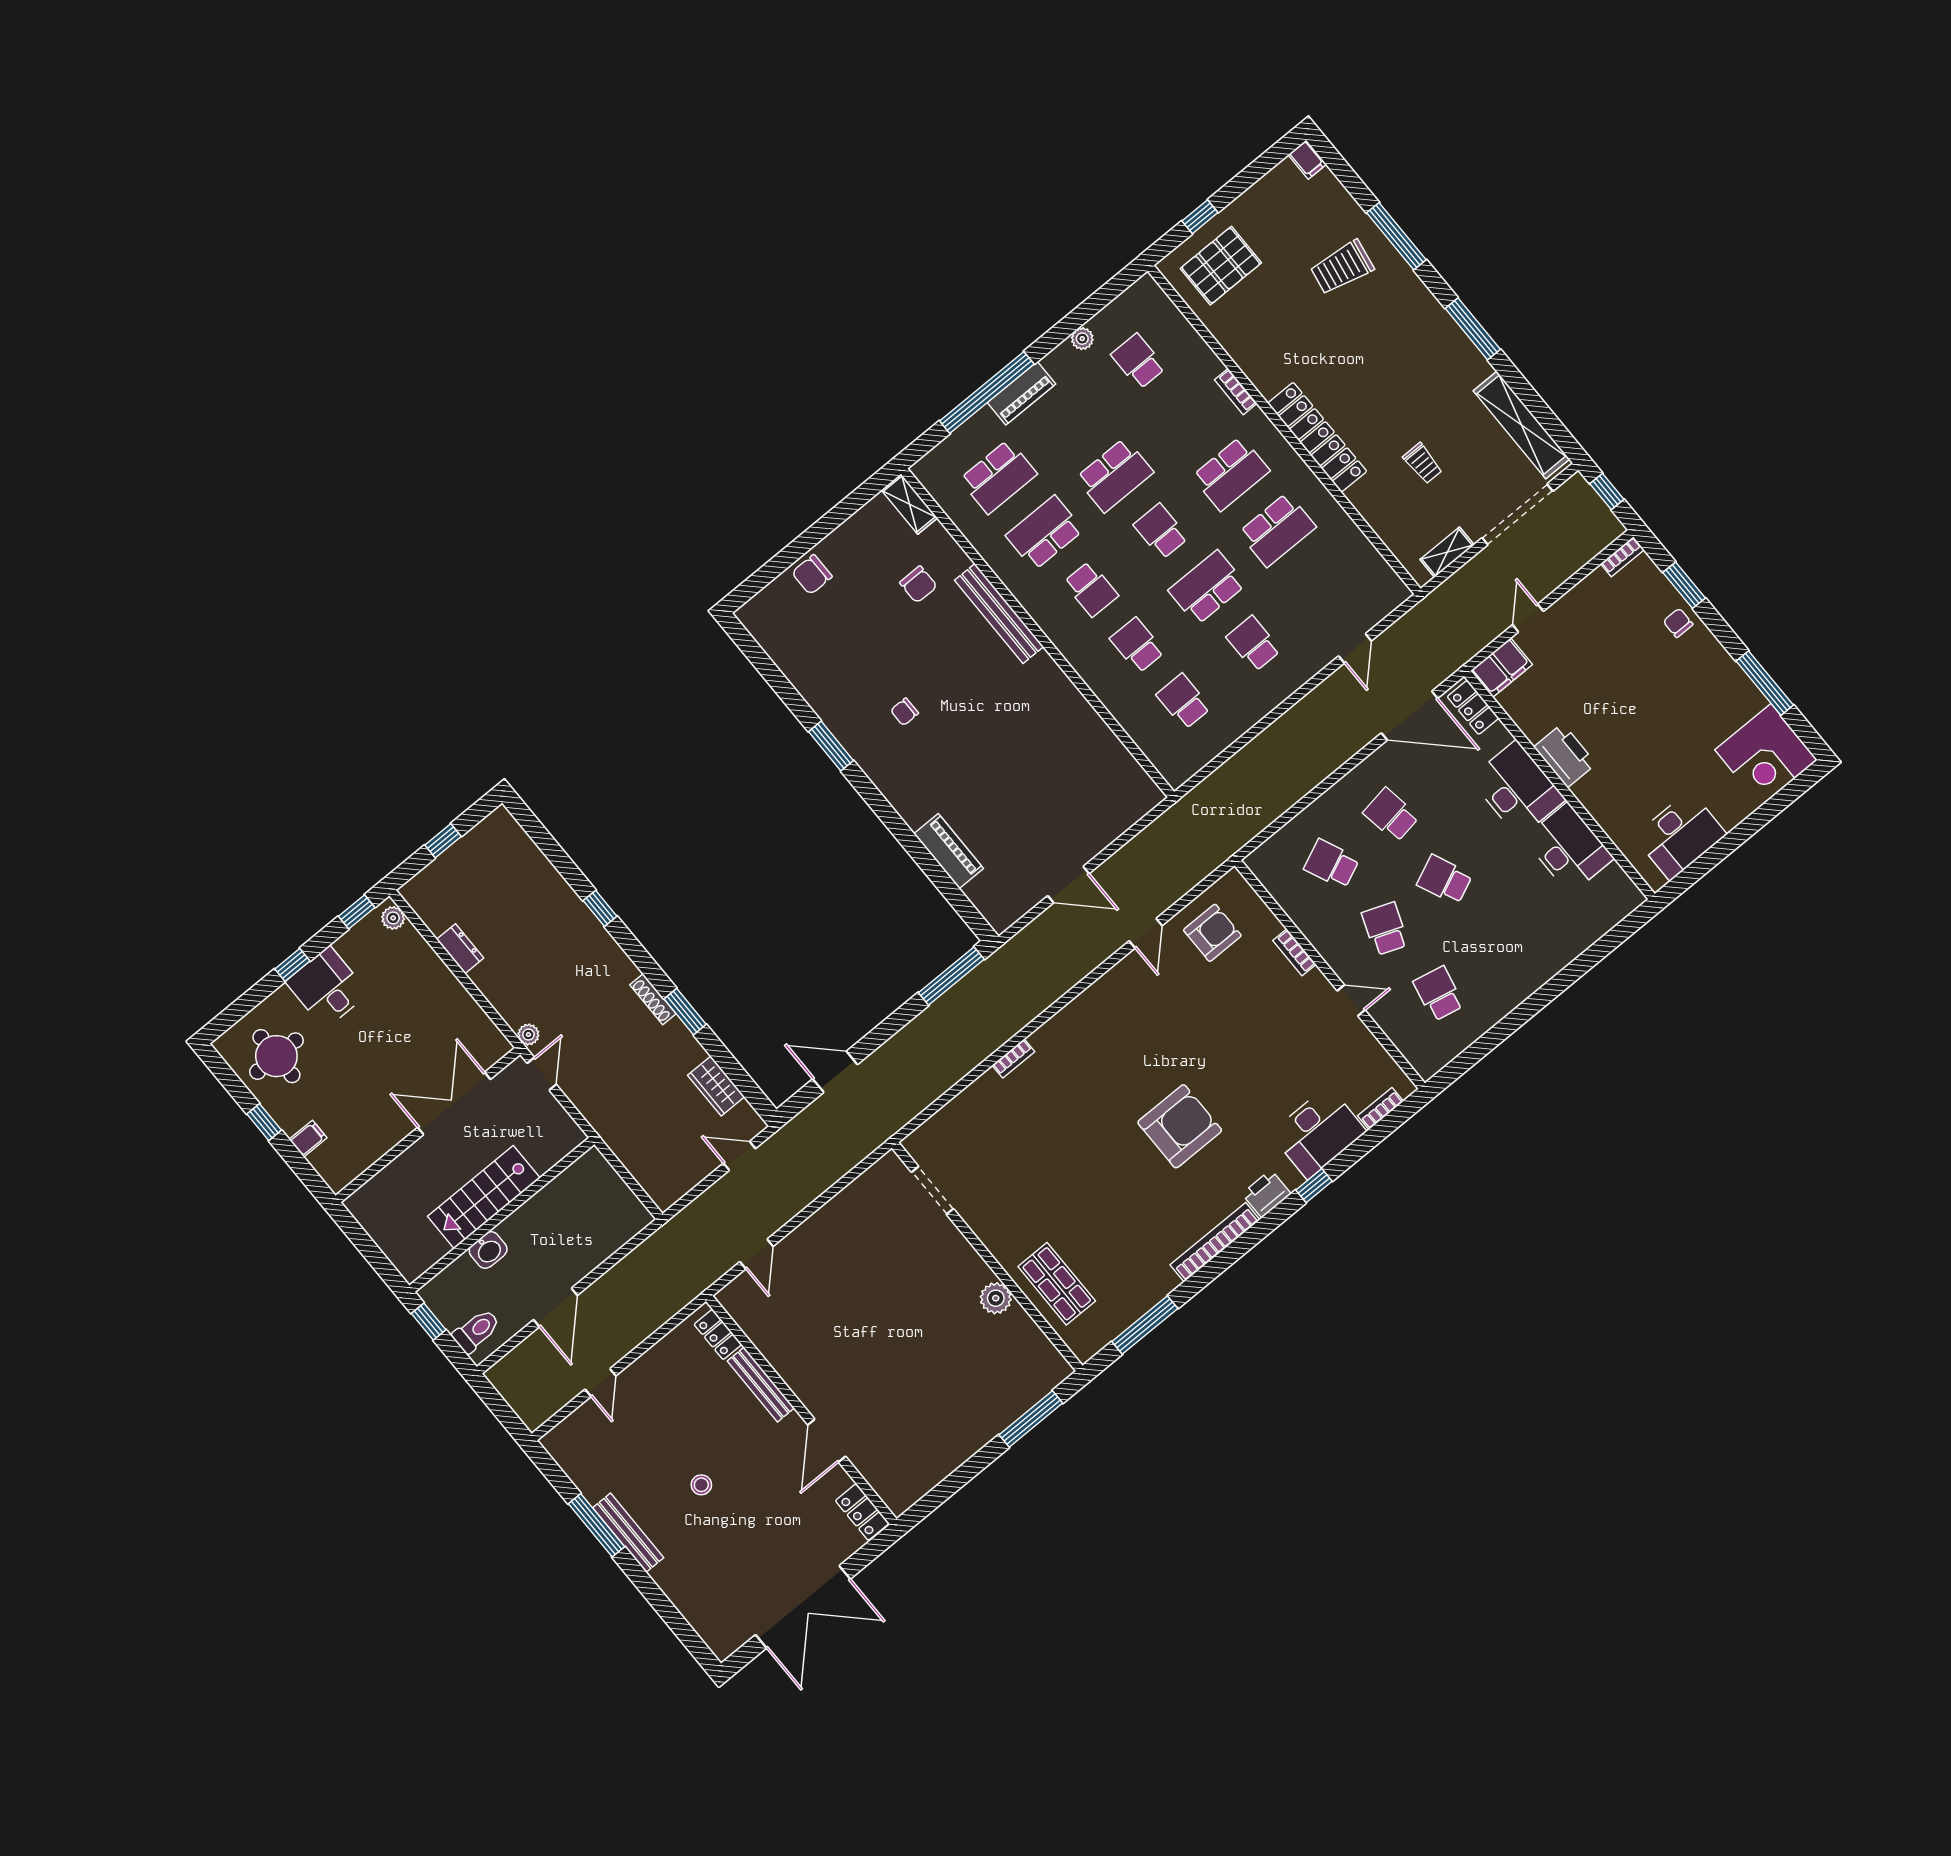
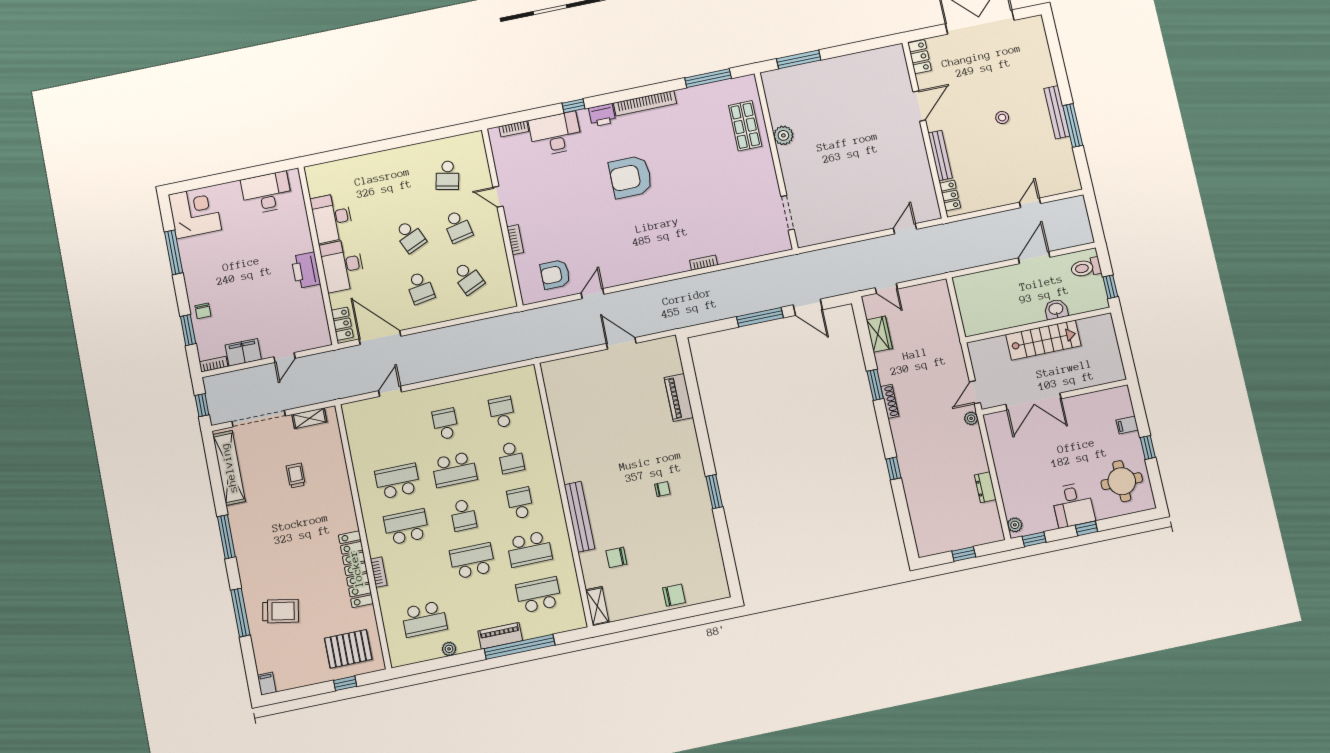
school desk: (1138, 361) -> (424, 619), width x1.85
locker: (1317, 437) -> (356, 569), moved
chair: (918, 584) -> (616, 557), turned -90
school desk: (1253, 644) -> (445, 424), turned 180
filing cabinet: (1502, 668) -> (243, 352), moved
school desk: (1183, 701) -> (502, 412), turned 180
school desk: (1385, 929) -> (458, 226), turned -33
window: (951, 976) -> (760, 317), moved

